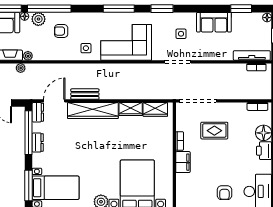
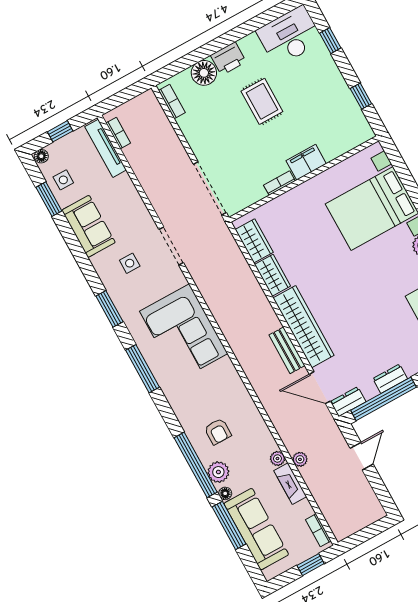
side table: (86, 48) -> (63, 180), moved
rug: (214, 131) -> (262, 101), moved
armchair: (224, 193) -> (317, 81), removed

